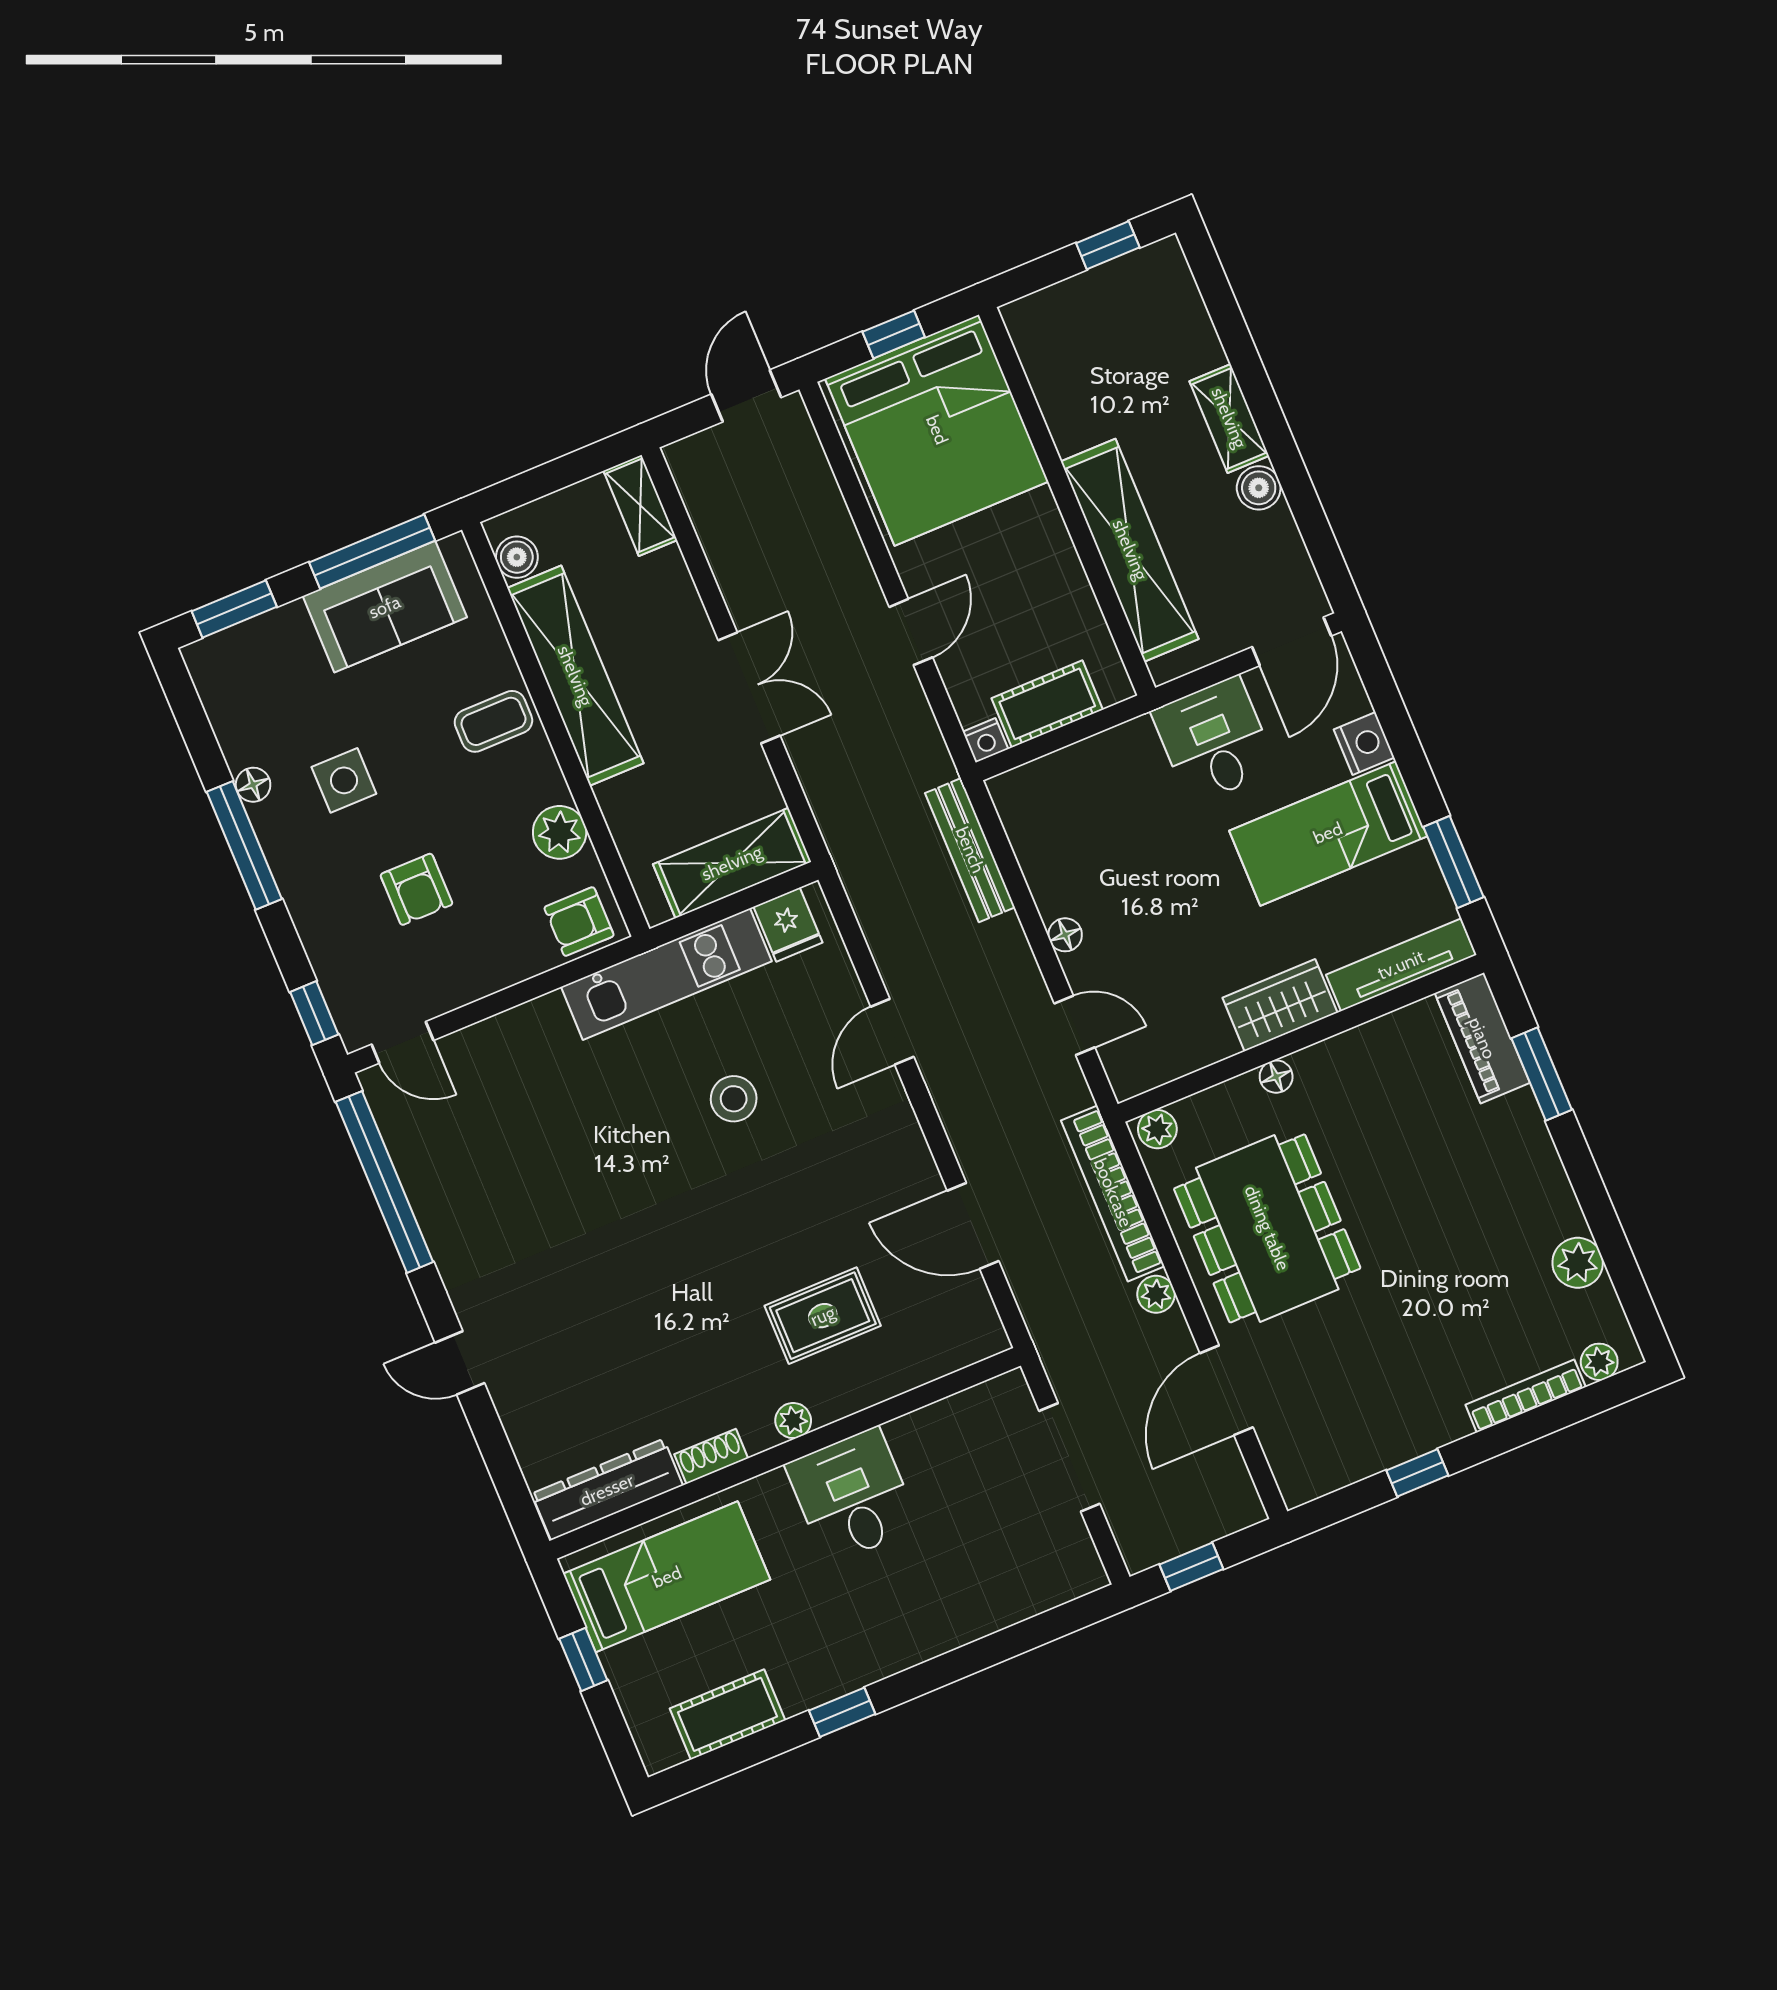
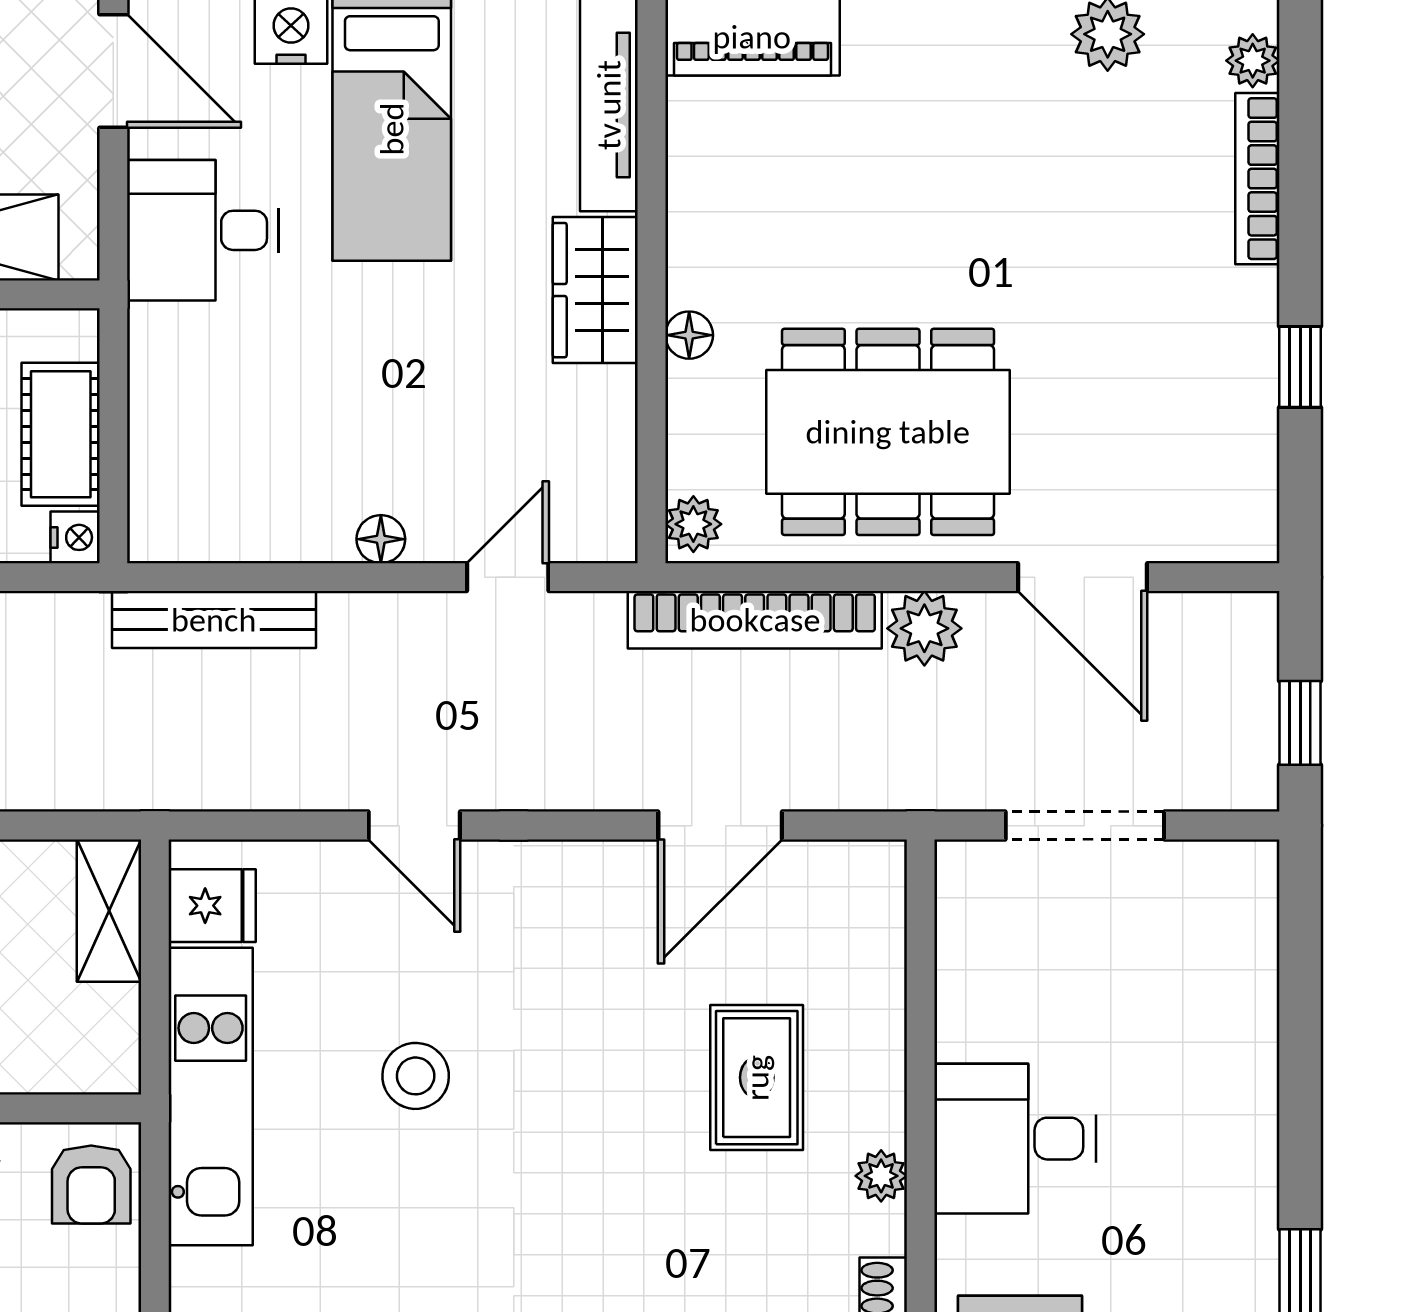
shelving: (732, 863) -> (109, 911), width x0.67, depth x0.75
plant: (1156, 1294) -> (924, 628), width x1.38, depth x1.38

